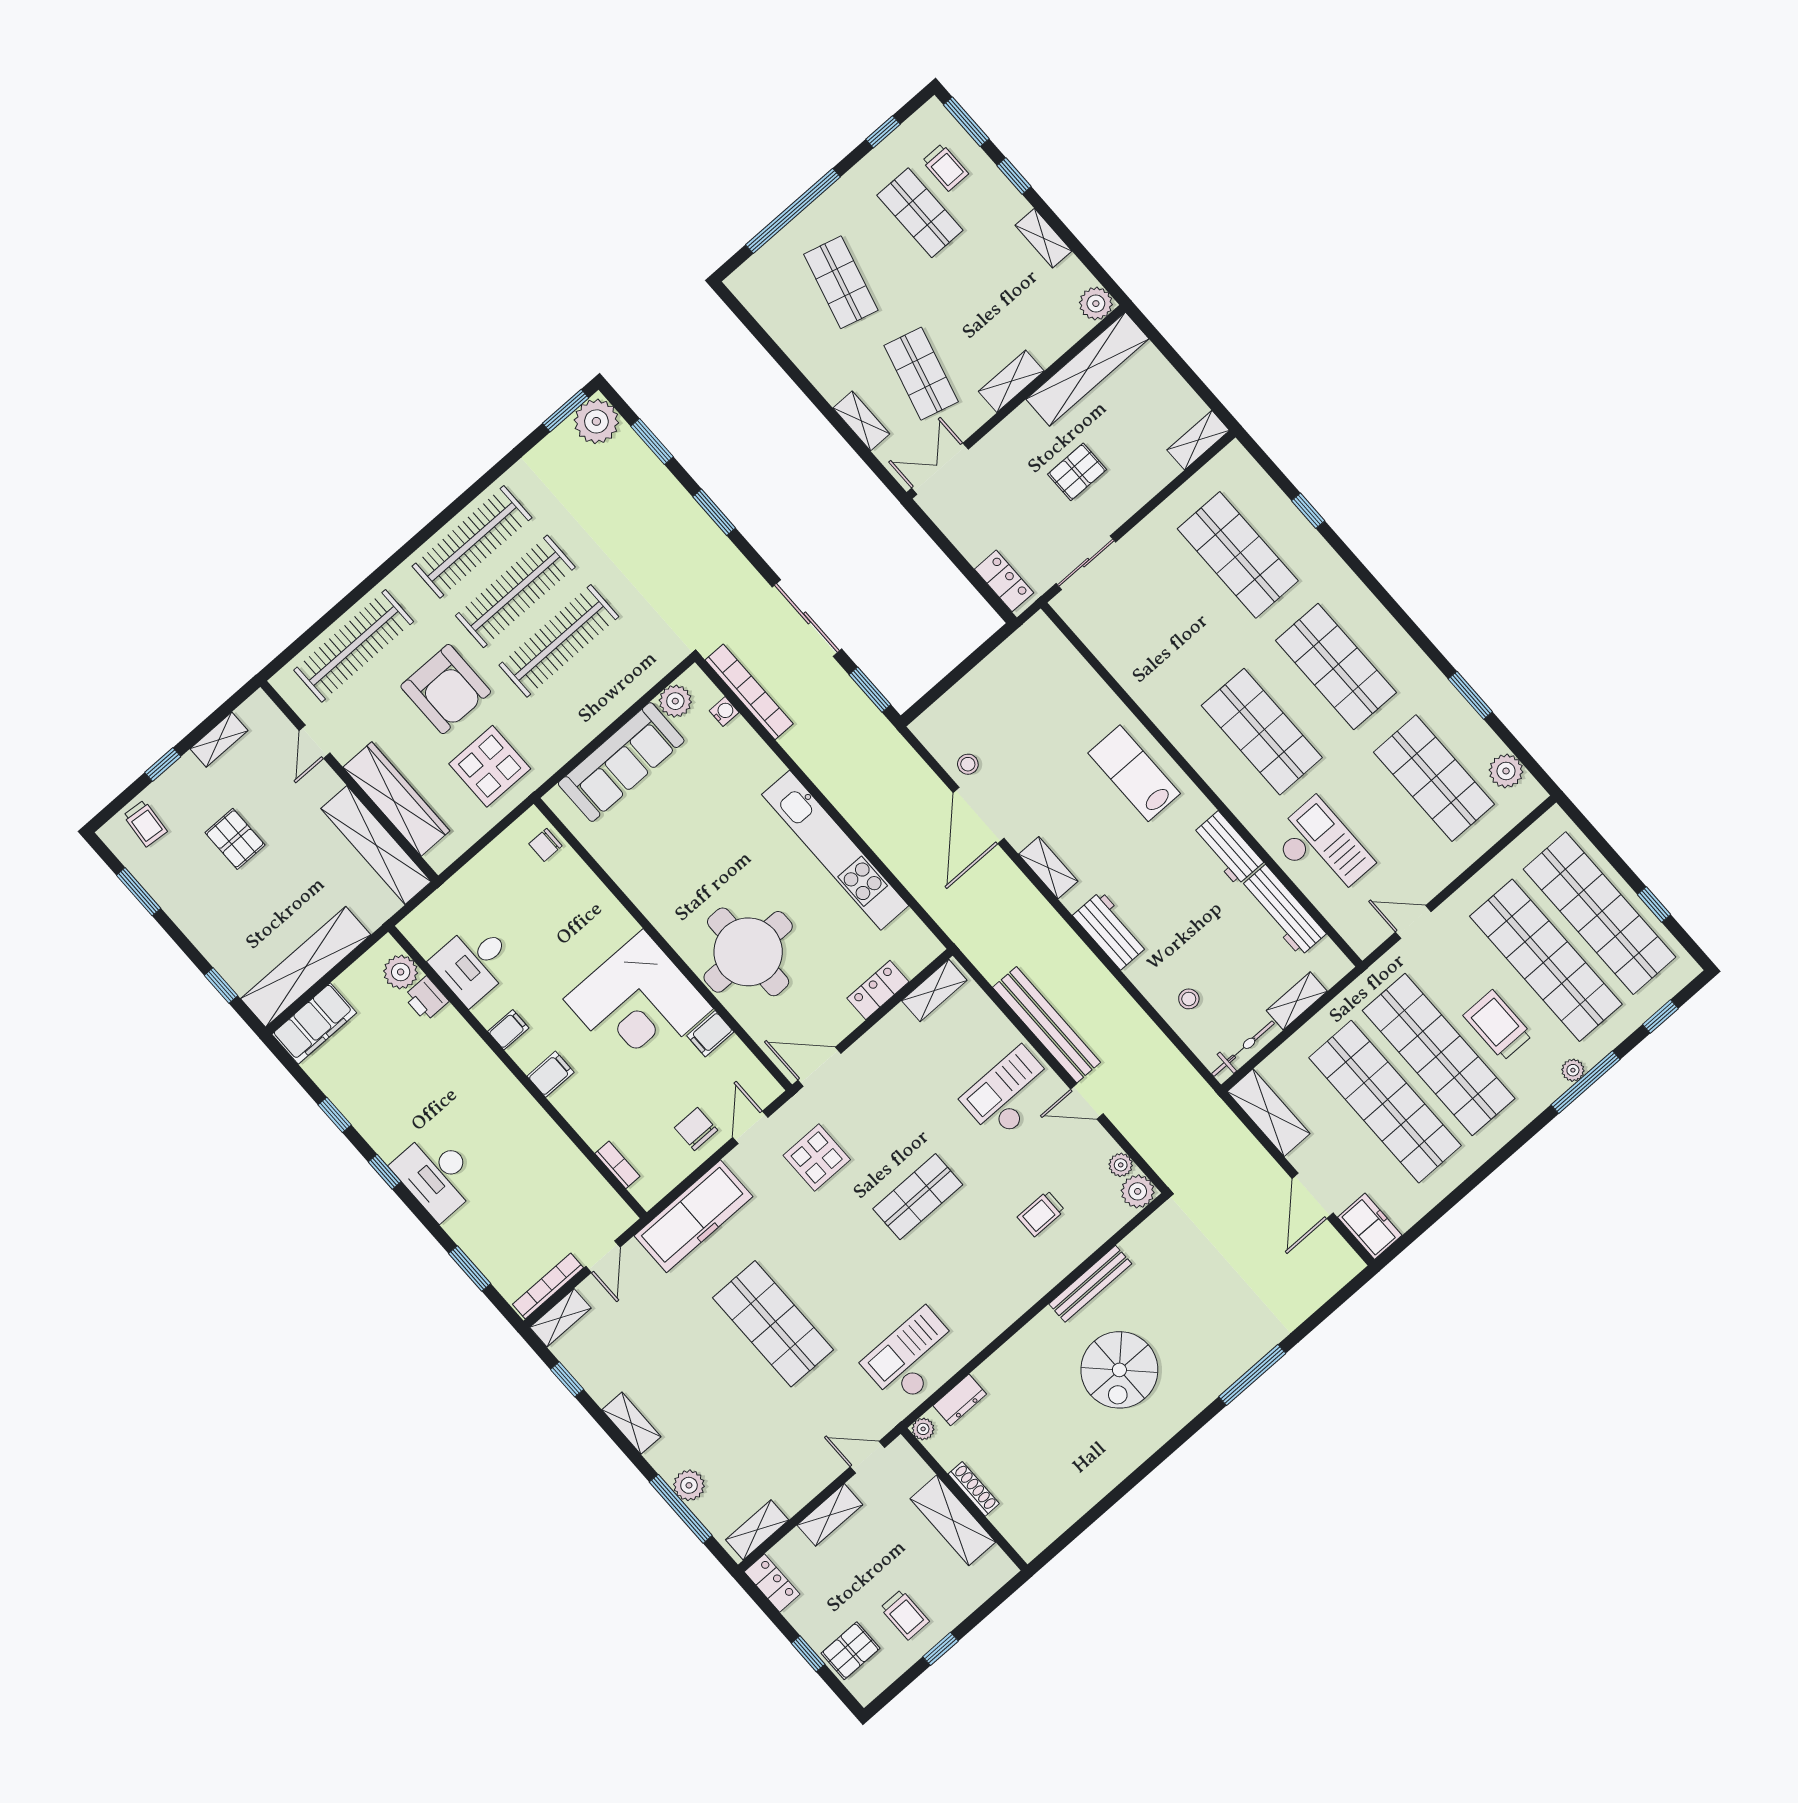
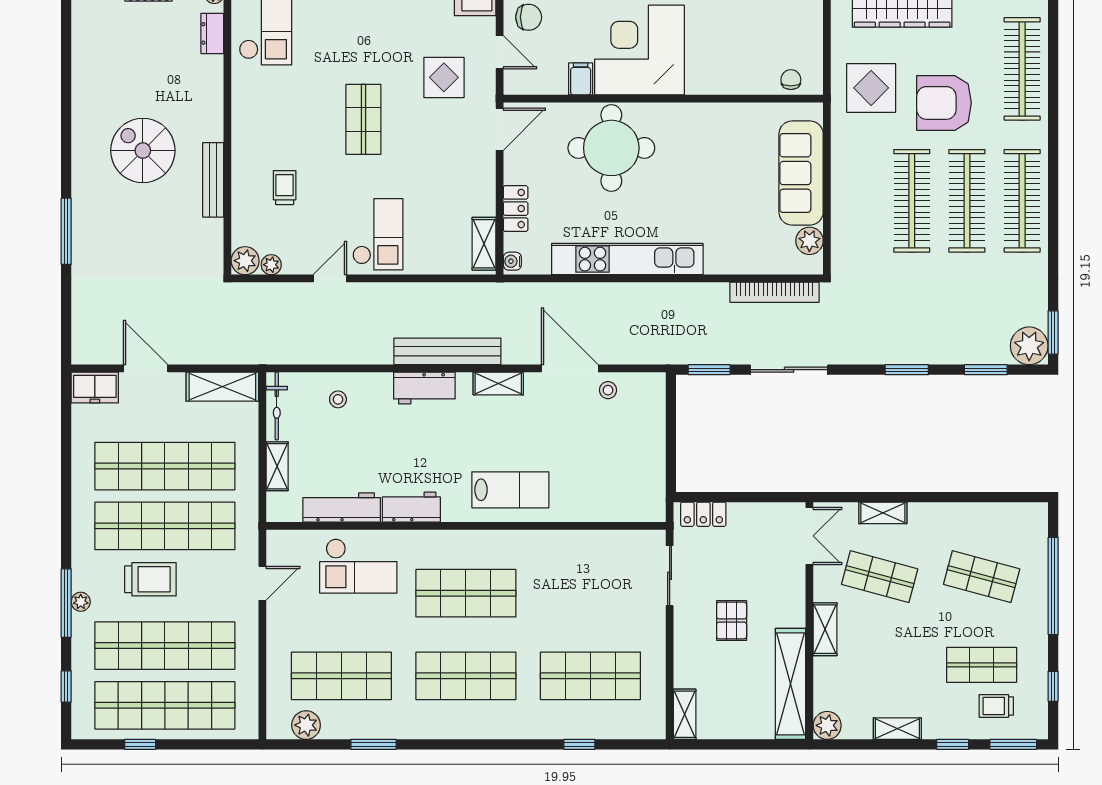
water cooler: (724, 712) -> (512, 261), moved, turned 90
bench: (1047, 1025) -> (447, 351), moved

